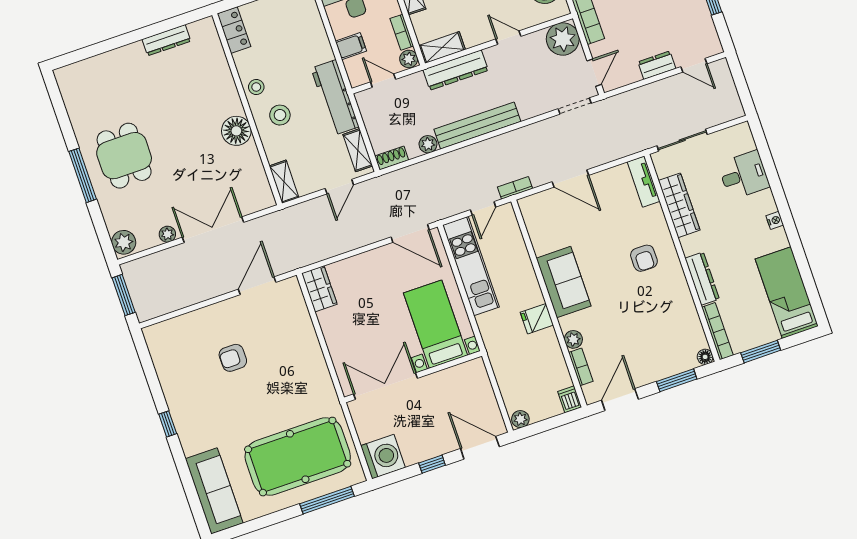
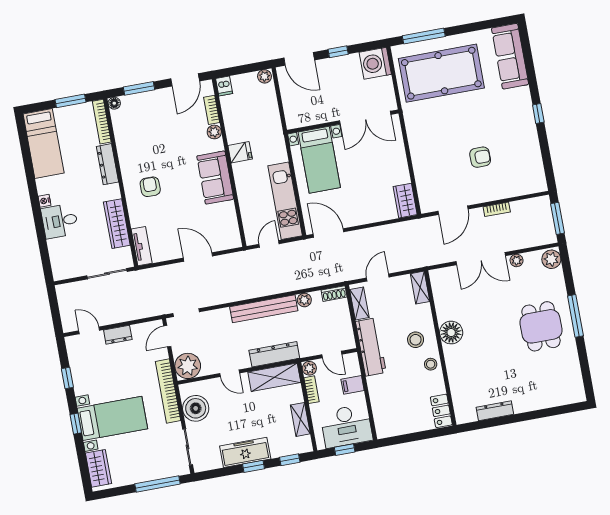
shelving: (442, 47) -> (274, 377), width x1.50, depth x1.33
desk: (744, 175) -> (60, 221), moved
bookcase: (515, 188) -> (497, 209), moved

